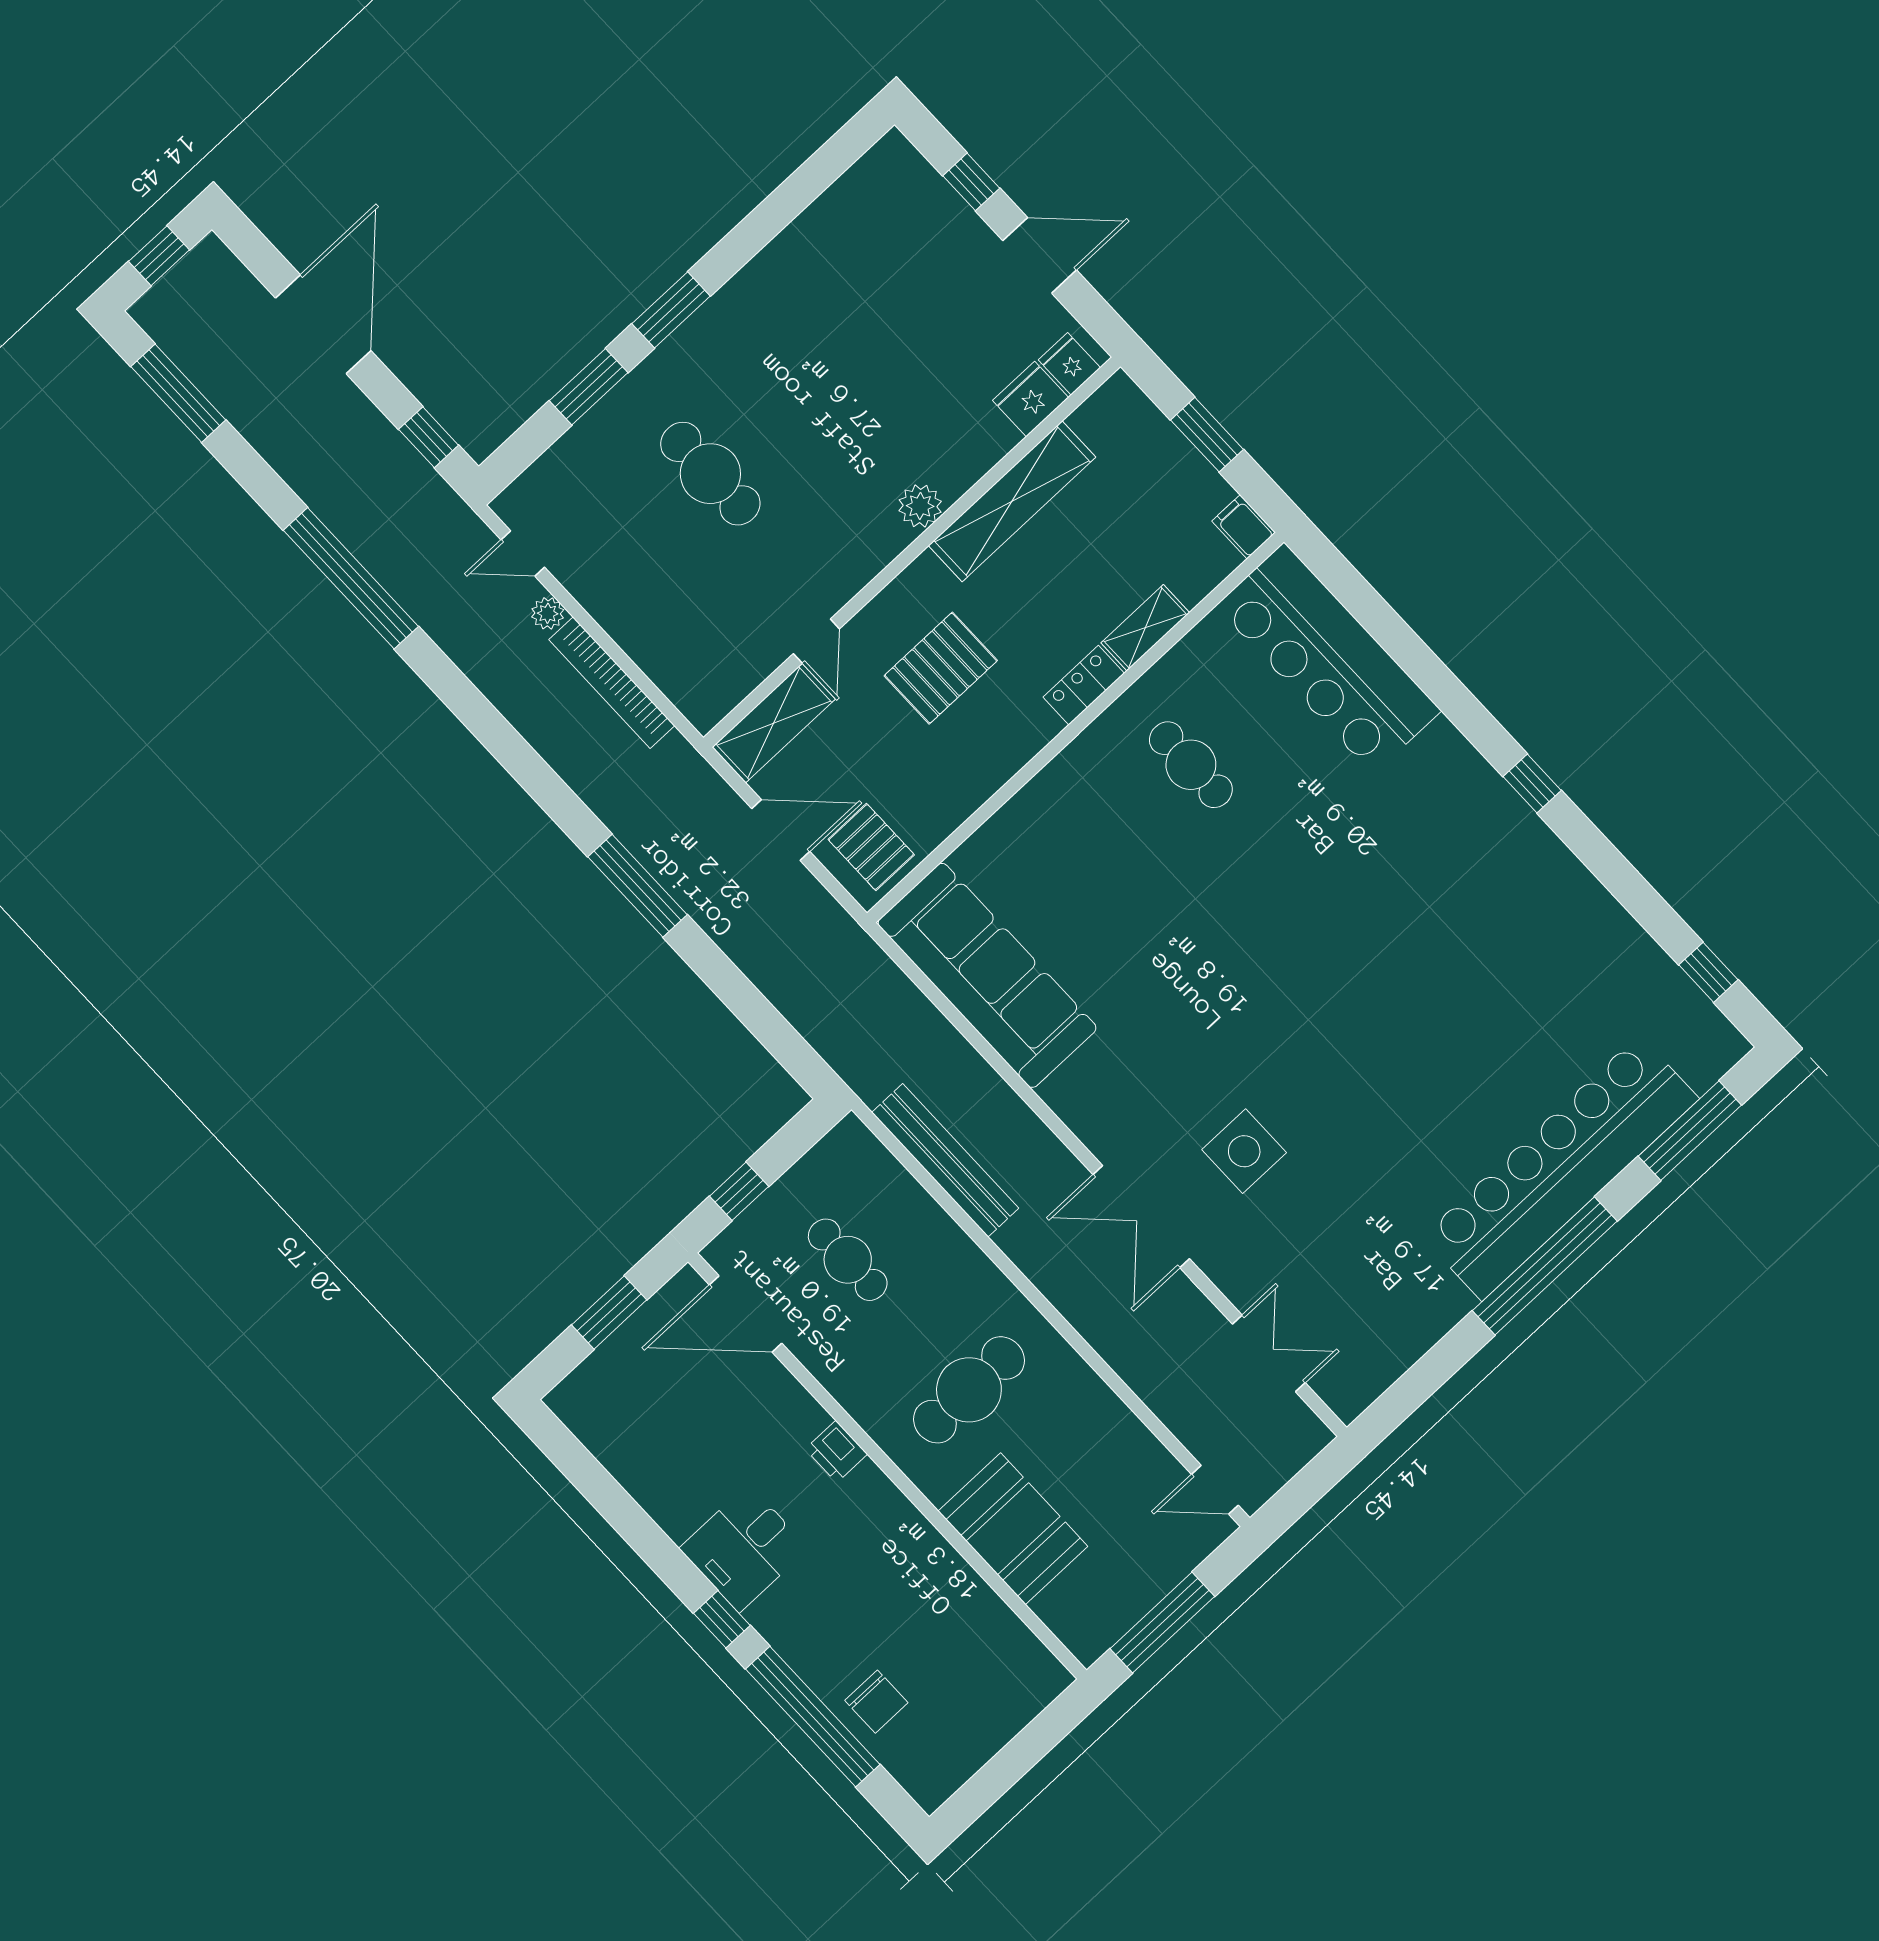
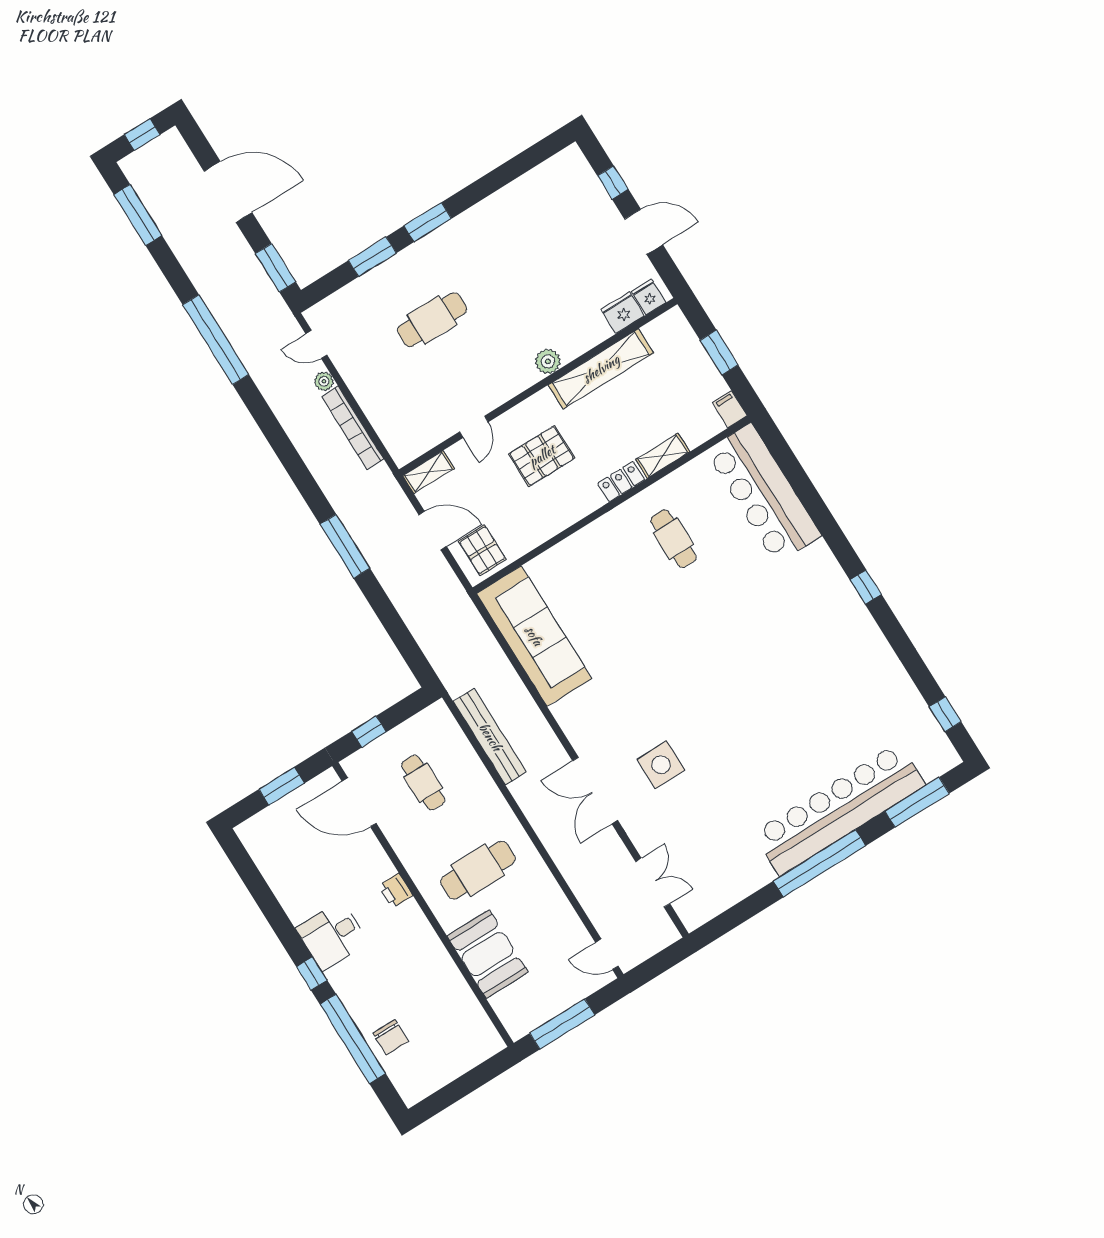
door: (323, 324) -> (228, 192), hinge flipped
window: (429, 437) -> (276, 268), width x1.50
cafe table: (710, 474) -> (432, 320), turned 90
shelving: (774, 723) -> (428, 472), width x0.67, depth x0.75

